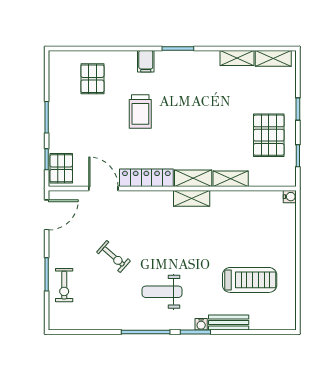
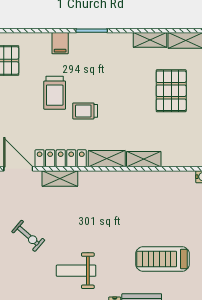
trolley: (171, 130) -> (85, 111), added
pallet: (269, 135) -> (171, 91), moved
shelving: (192, 198) -> (60, 178), moved
treadmill: (250, 280) -> (163, 259), turned 180

